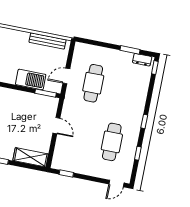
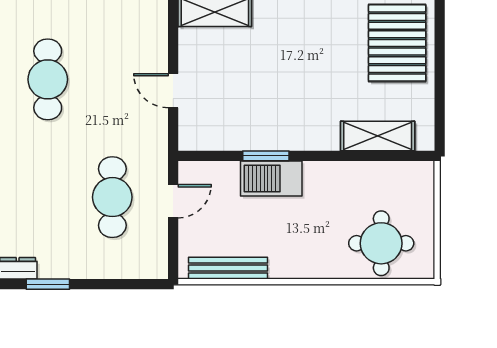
barbecue: (31, 80) -> (271, 179), moved
window: (46, 93) -> (266, 156), moved

